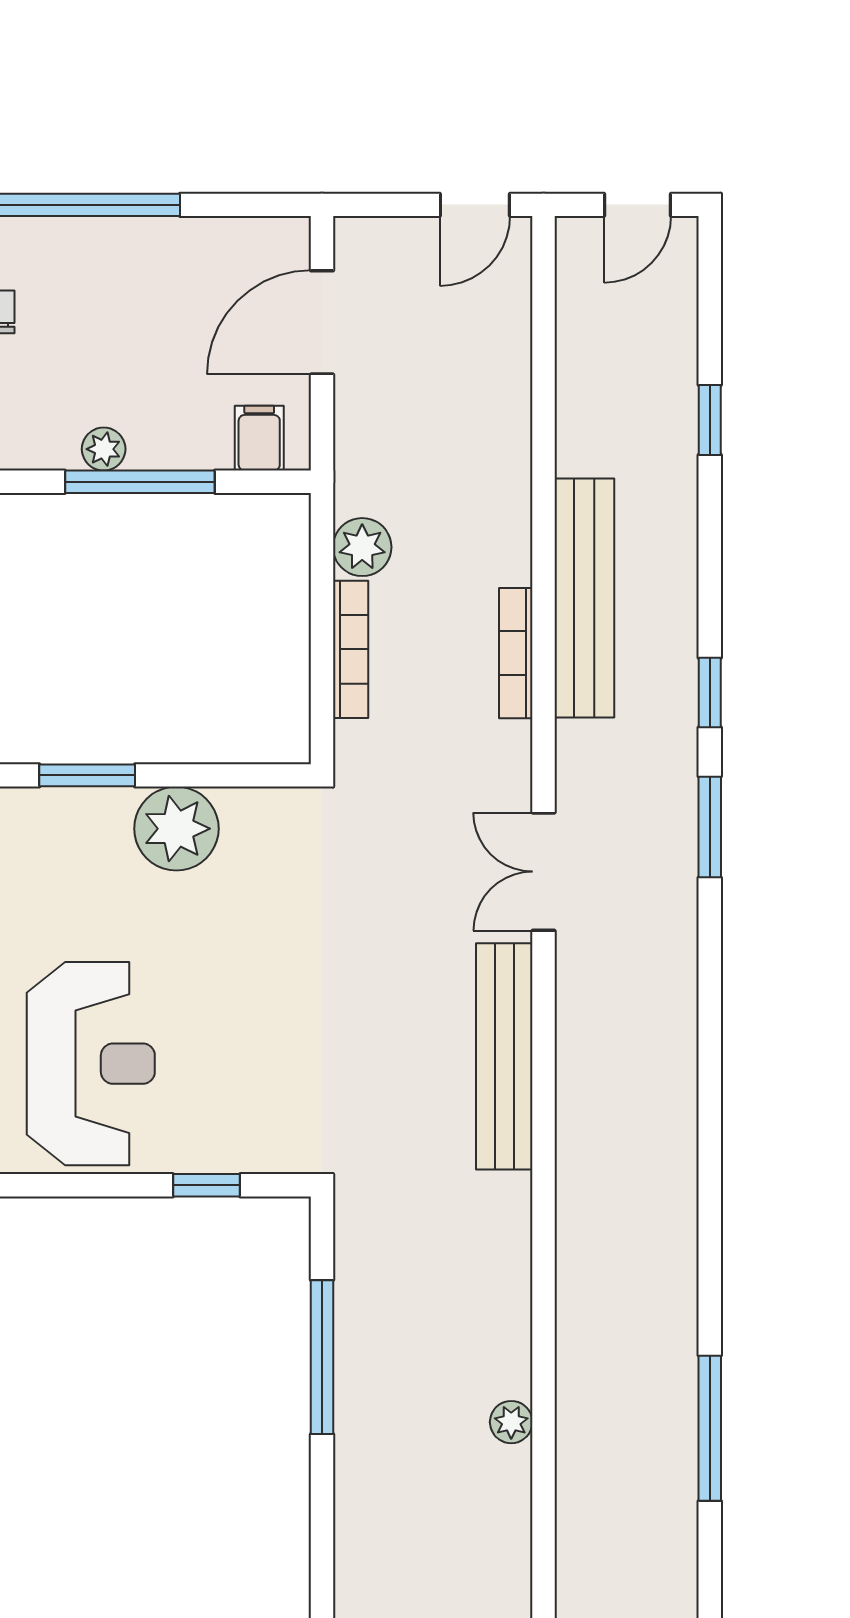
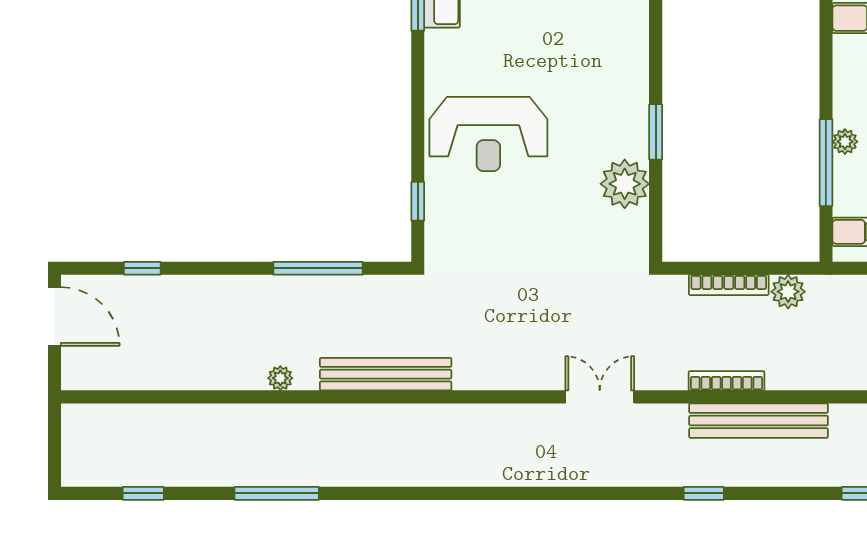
window: (710, 827) -> (626, 493), removed
bench: (504, 1056) -> (386, 374), moved

